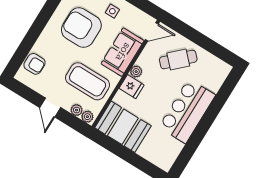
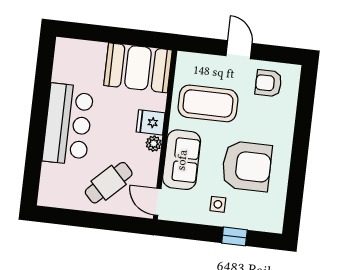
door: (152, 32) -> (157, 202), hinge flipped
armchair: (35, 64) -> (268, 83), moved
plant: (77, 110) -> (205, 62), removed
plant: (87, 117) -> (188, 60), removed

